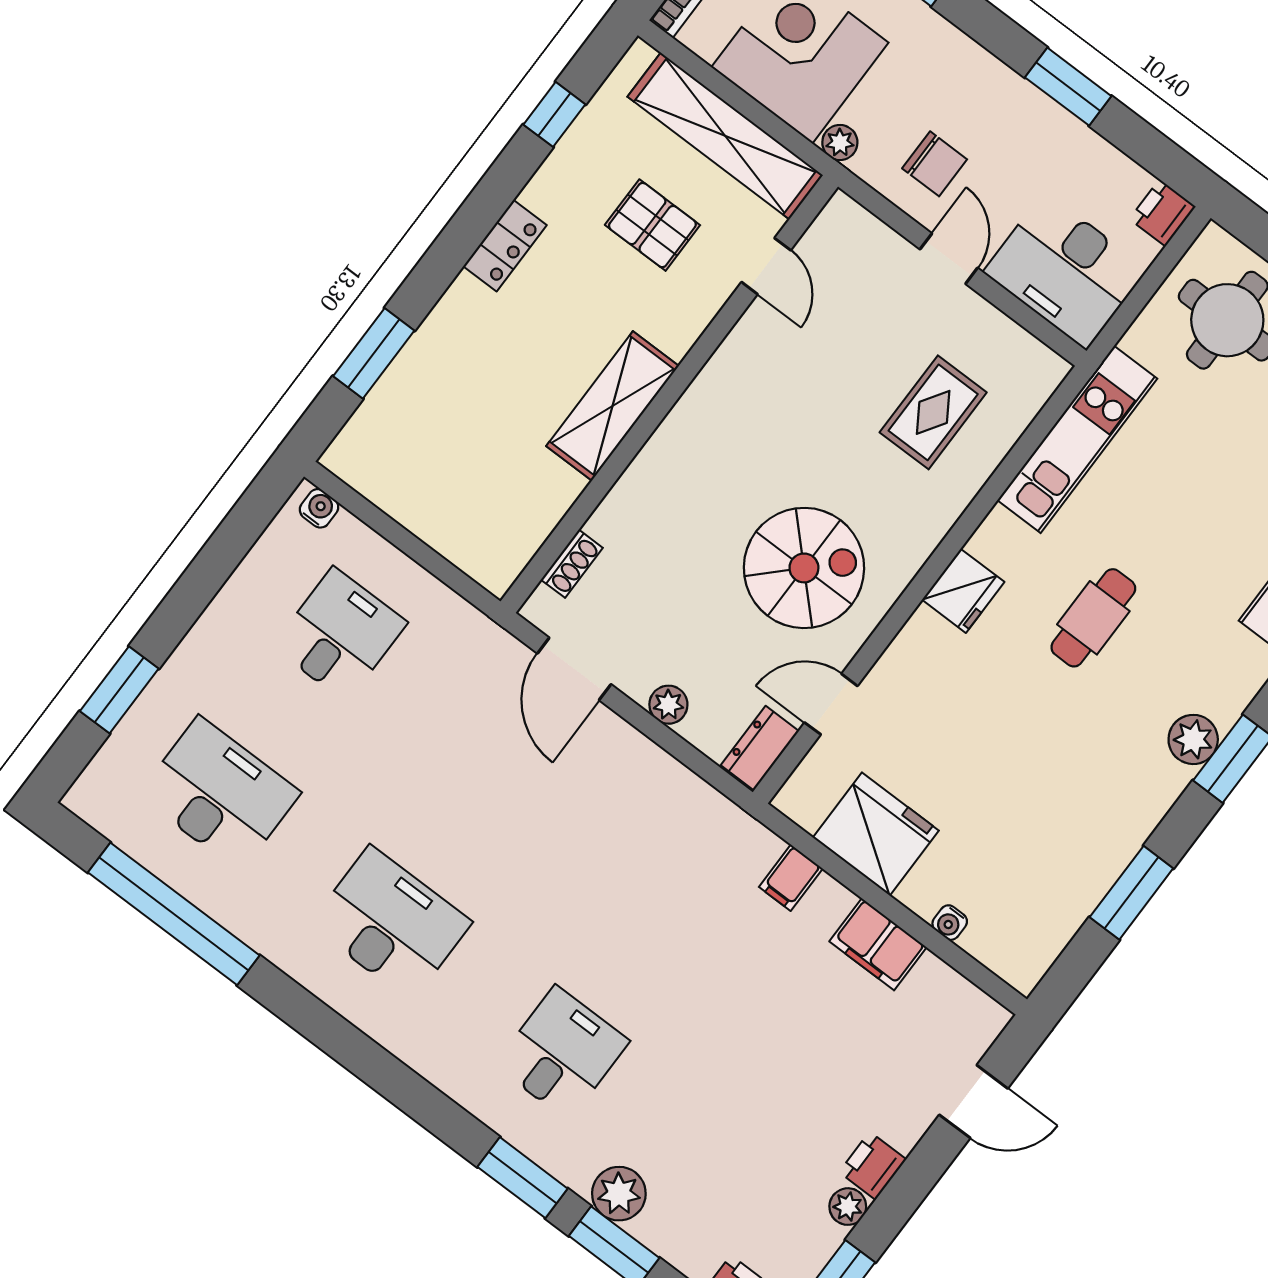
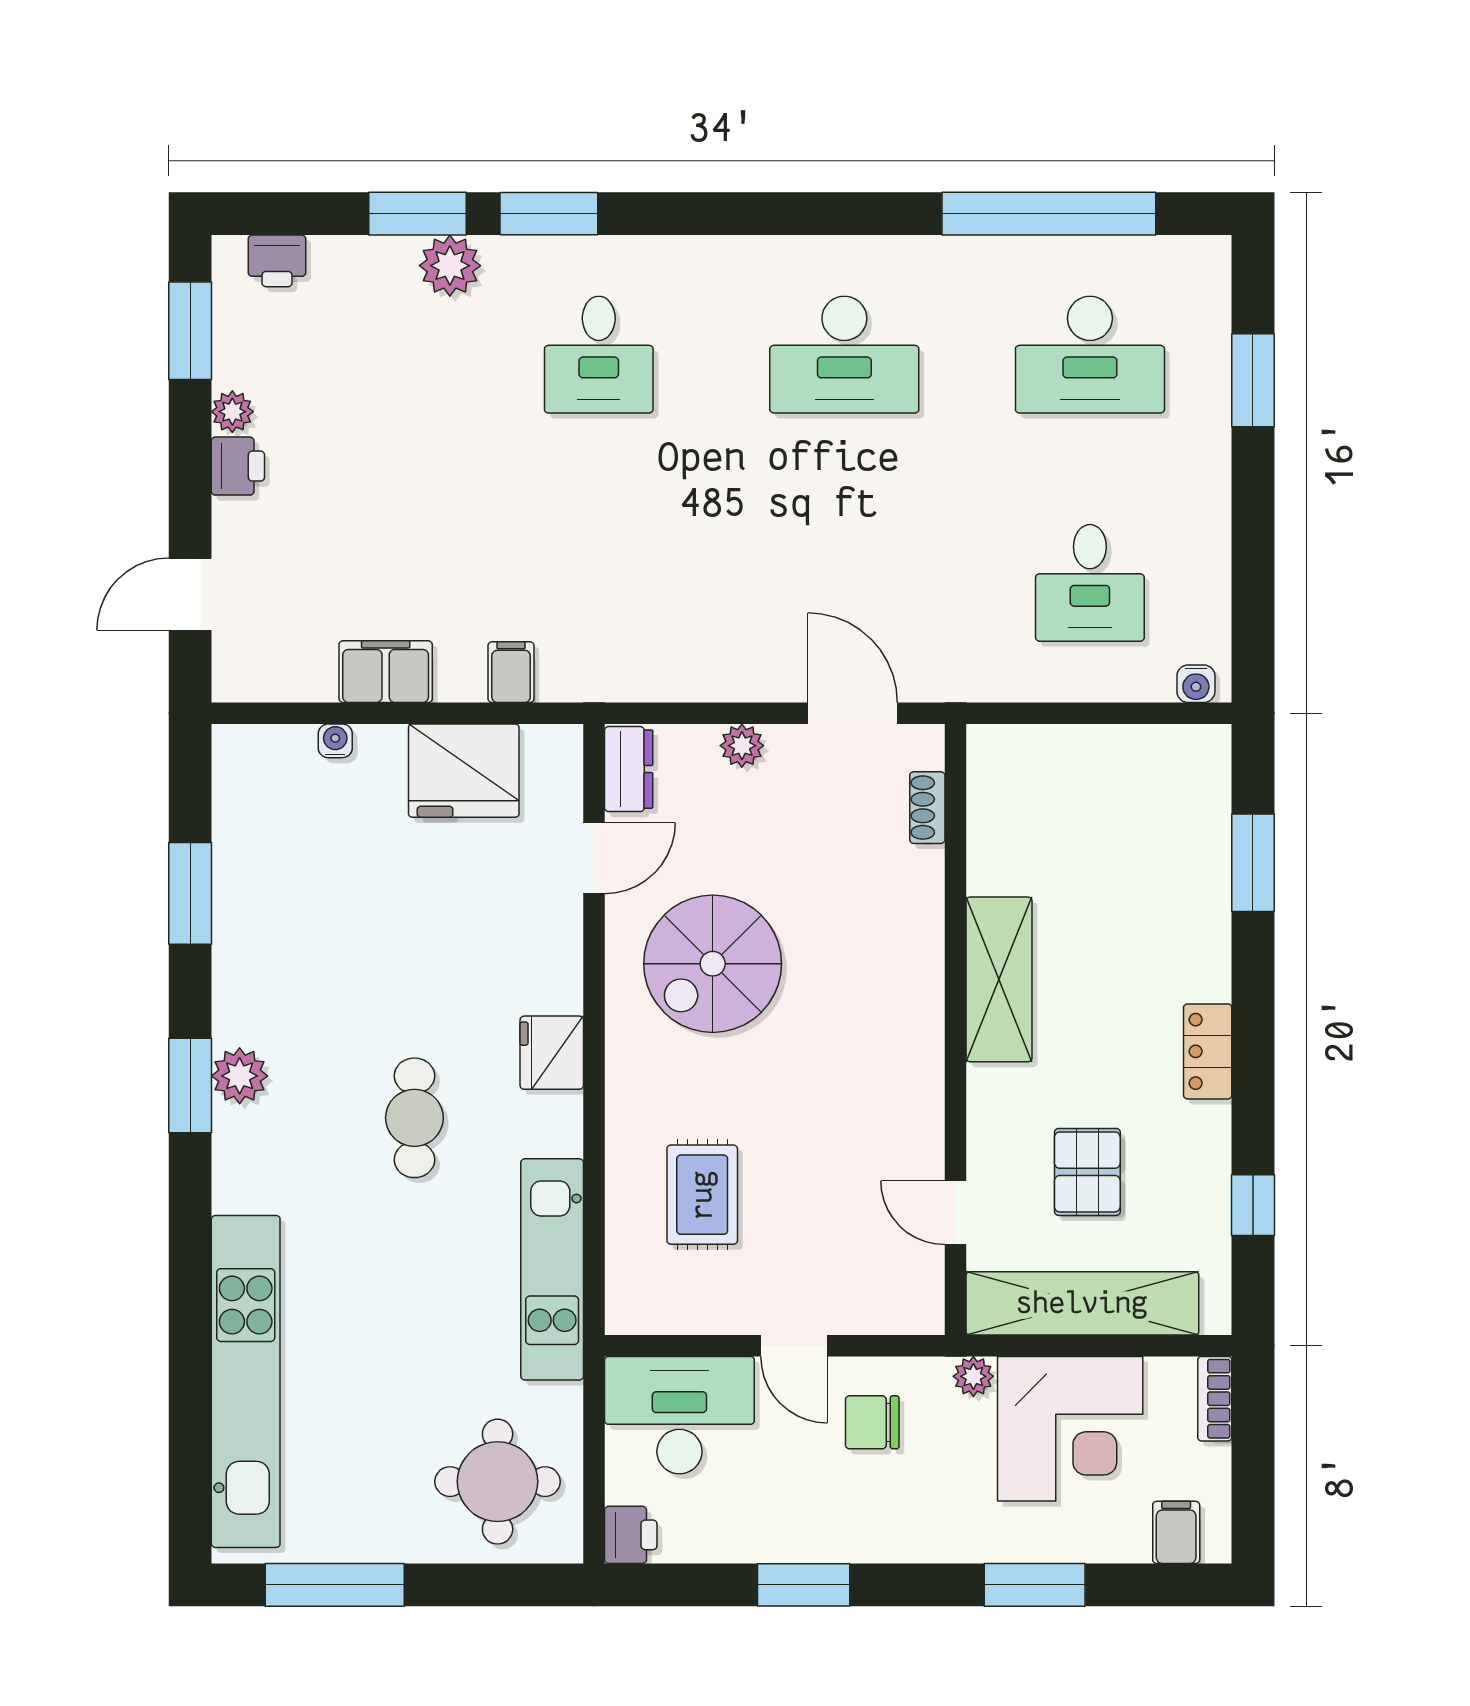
pallet: (652, 225) -> (1087, 1172), turned 90

